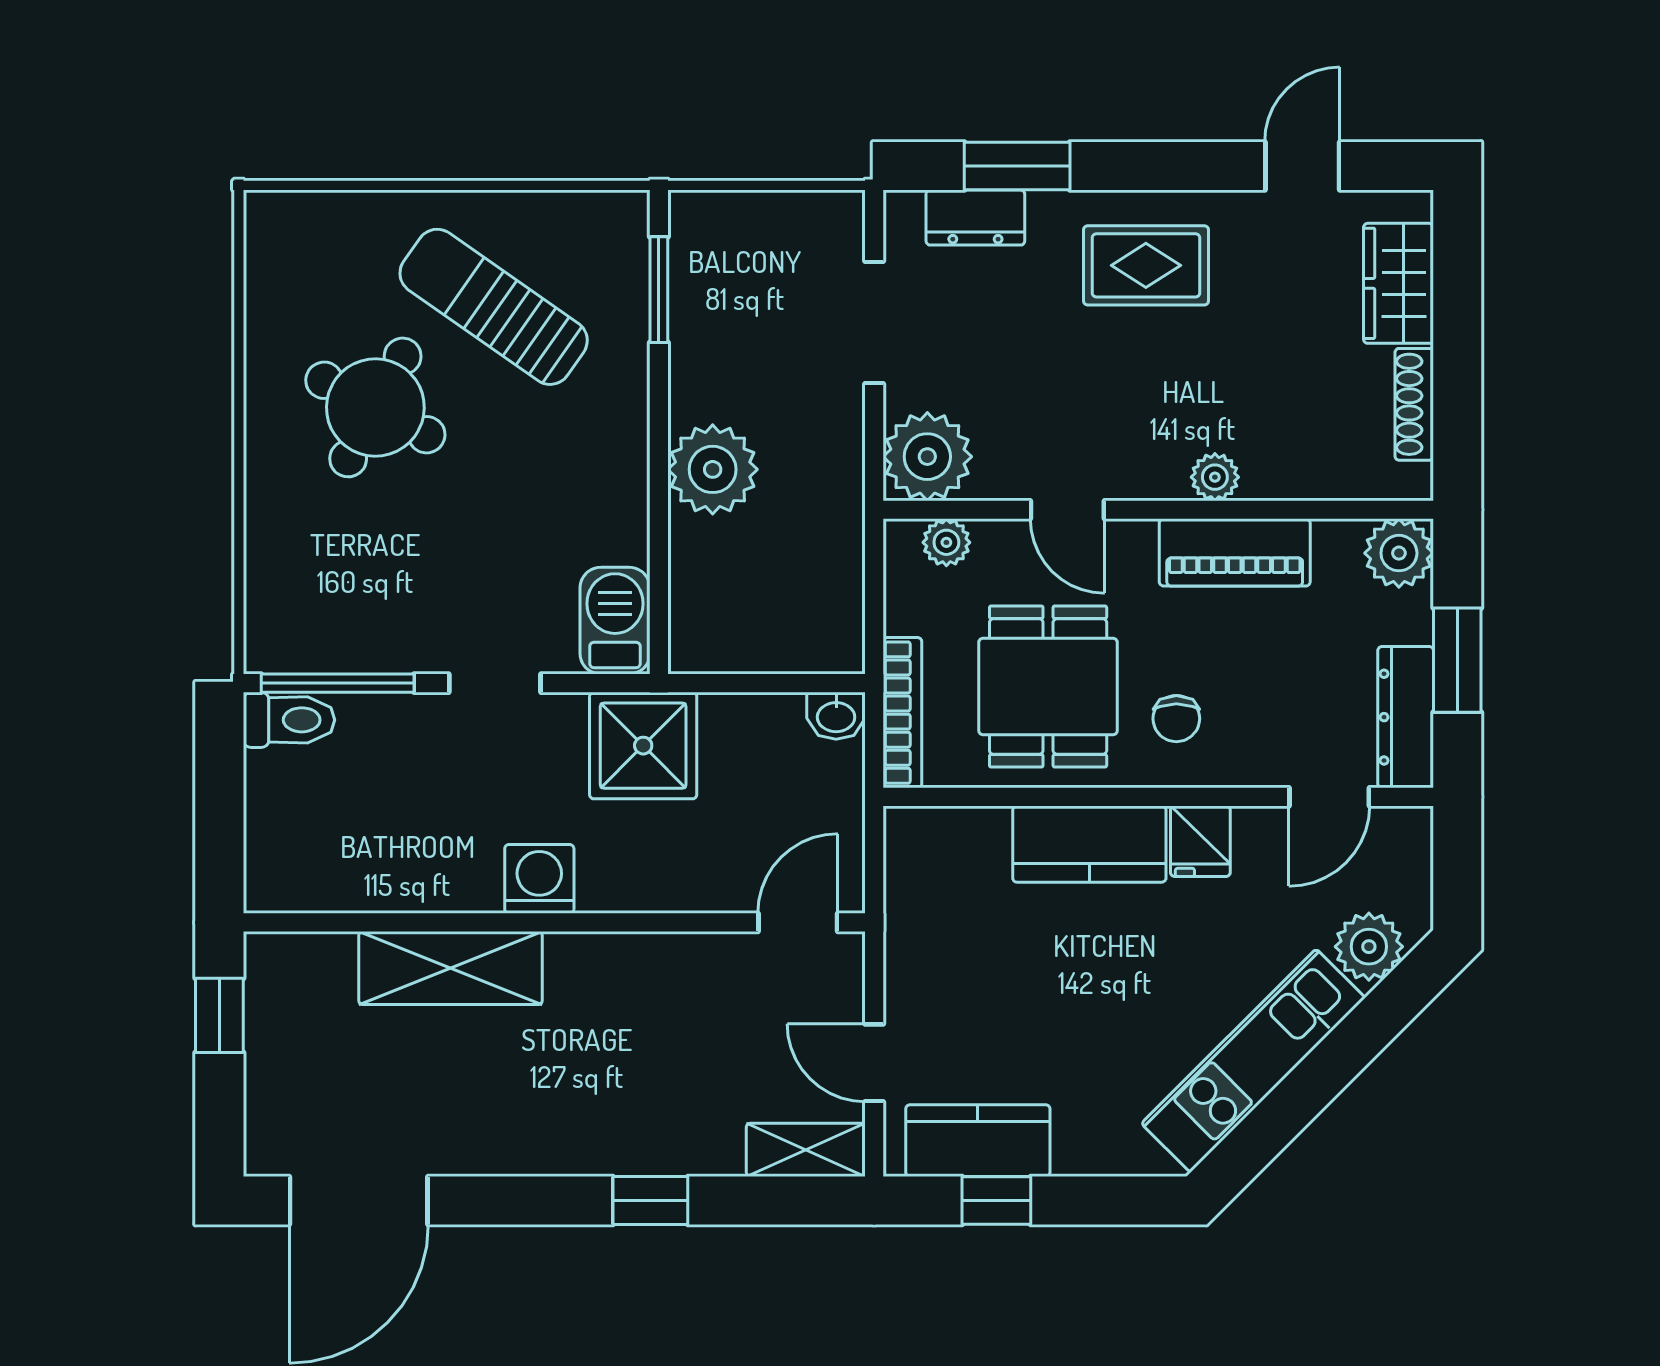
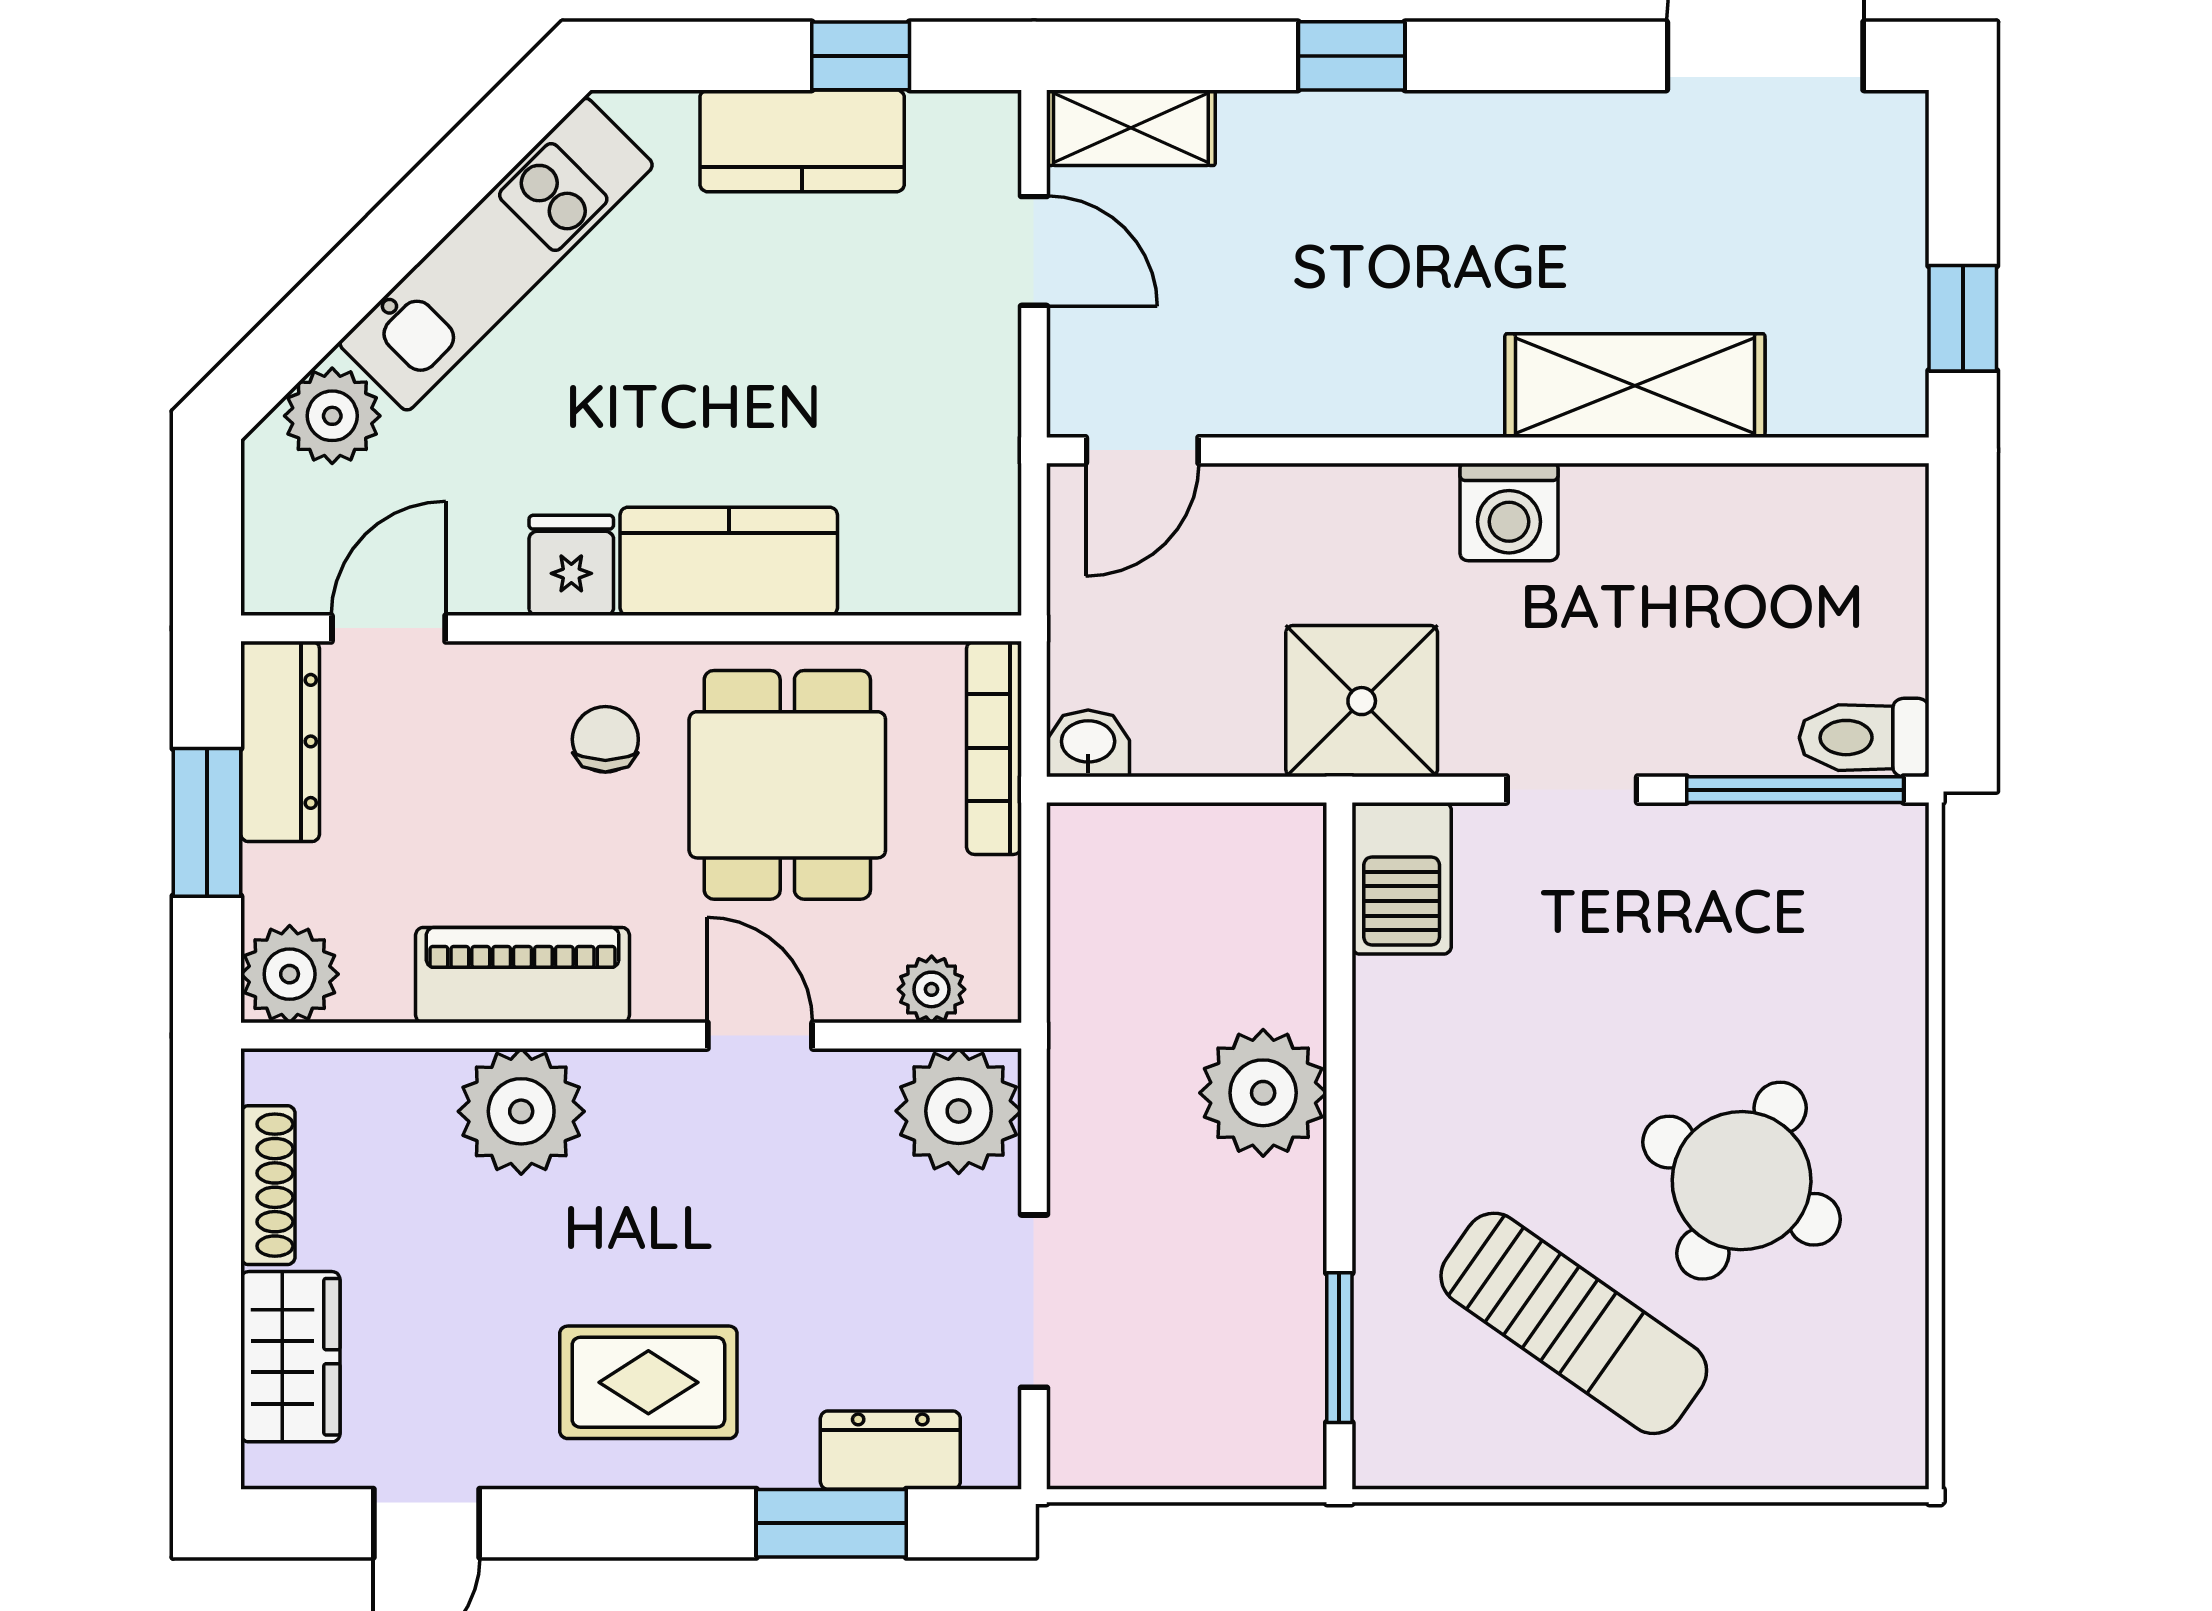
plant: (1215, 477) -> (521, 1111), width x1.88, depth x1.88
kitchen counter: (978, 1141) -> (802, 141), moved

